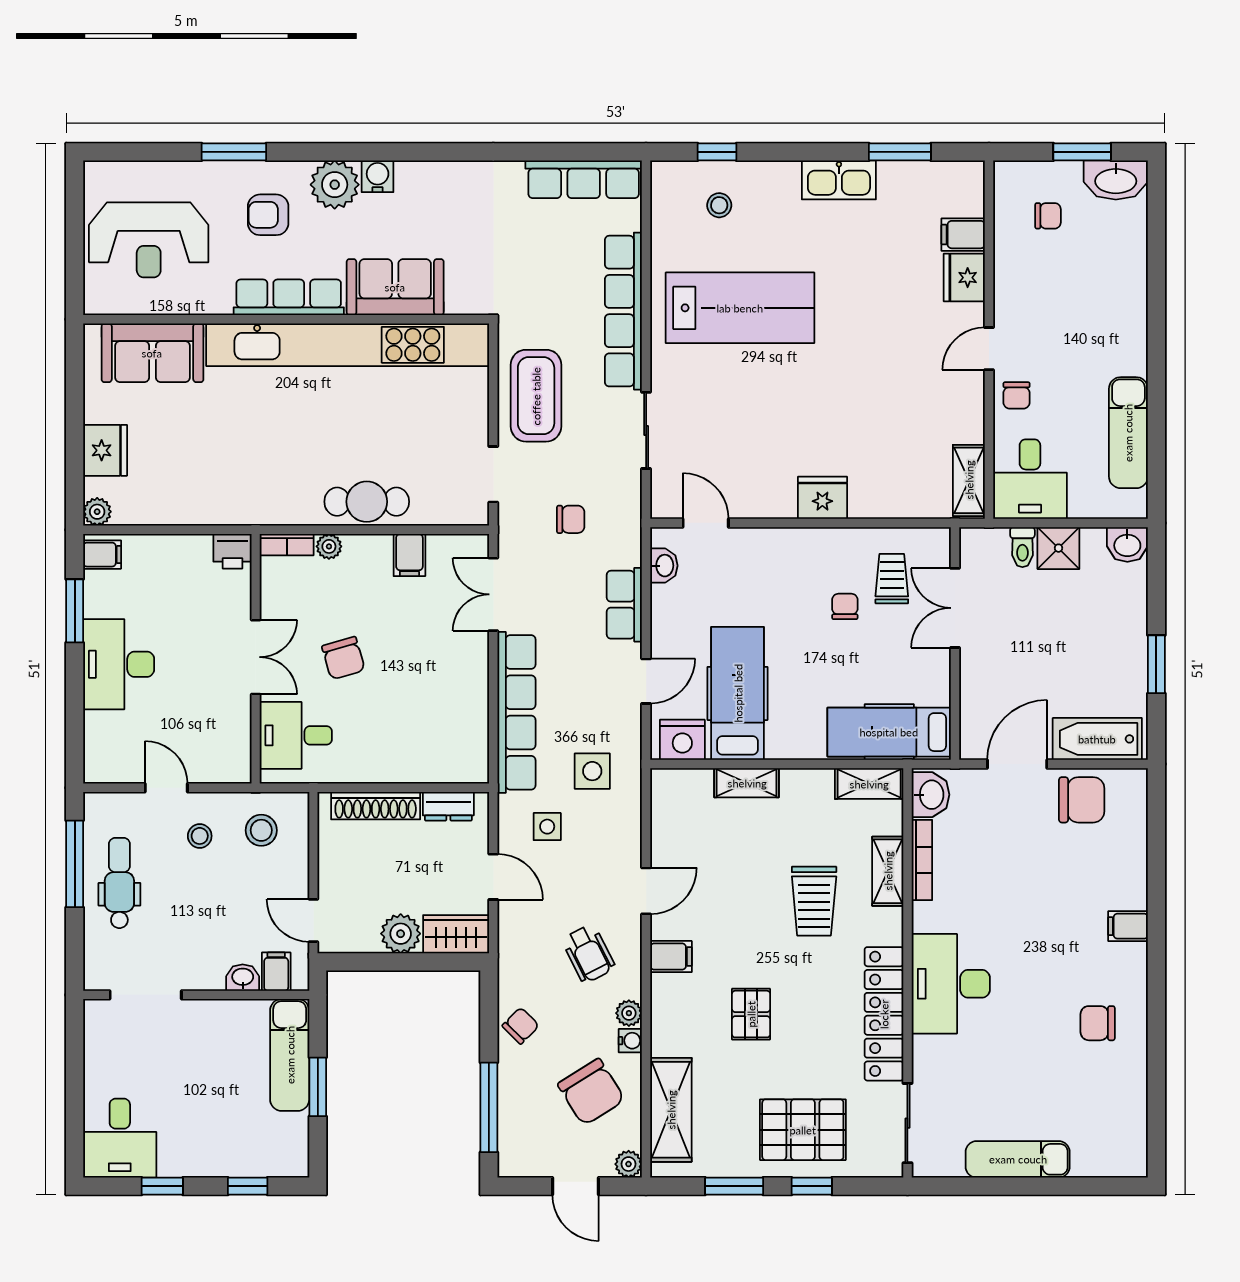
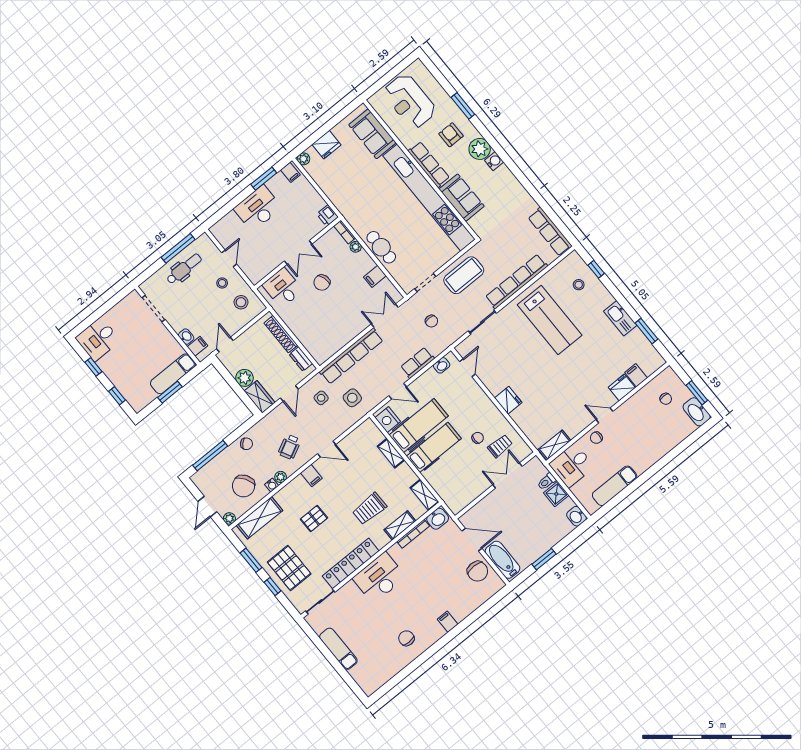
hospital bed: (889, 732) -> (434, 447), moved, turned 90

